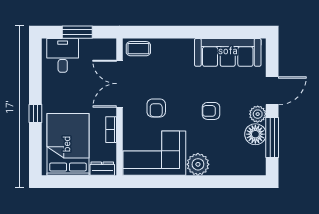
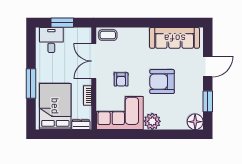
armchair: (211, 111) -> (162, 82), width x1.88, depth x1.88
window: (35, 114) -> (31, 83), width x2.17
plant: (258, 114) -> (197, 84), removed
floor lamp: (255, 134) -> (195, 122), moved
window: (272, 137) -> (208, 101), width x0.69

